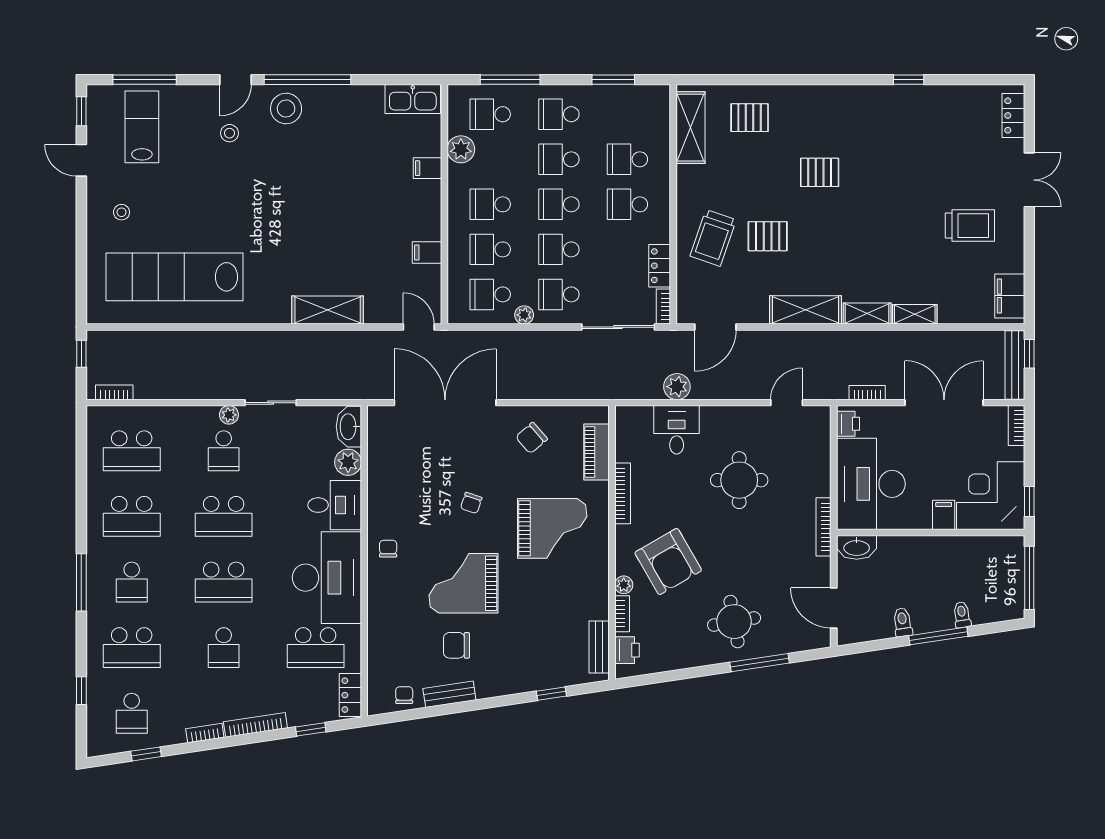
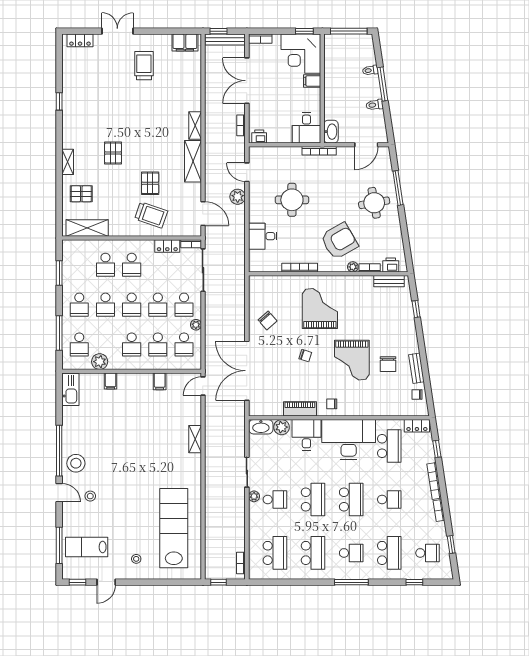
pallet: (750, 118) -> (81, 194), turned 90
lab bench: (174, 277) -> (174, 528), turned 180
shelving: (328, 310) -> (195, 439), width x0.67, depth x0.75
shelving: (915, 314) -> (68, 162), moved
plant: (677, 387) -> (238, 197), moved
piano: (597, 452) -> (300, 409), moved, turned 180
desk: (871, 484) -> (307, 128), width x0.53, depth x0.77

